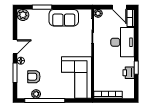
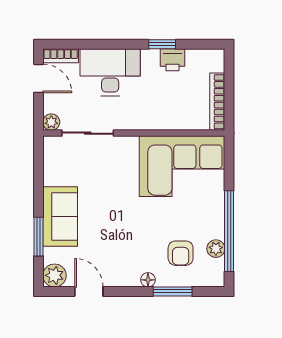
door: (119, 7) -> (39, 78), hinge flipped
sofa: (64, 18) -> (60, 217), moved
door: (15, 47) -> (89, 291), moved

